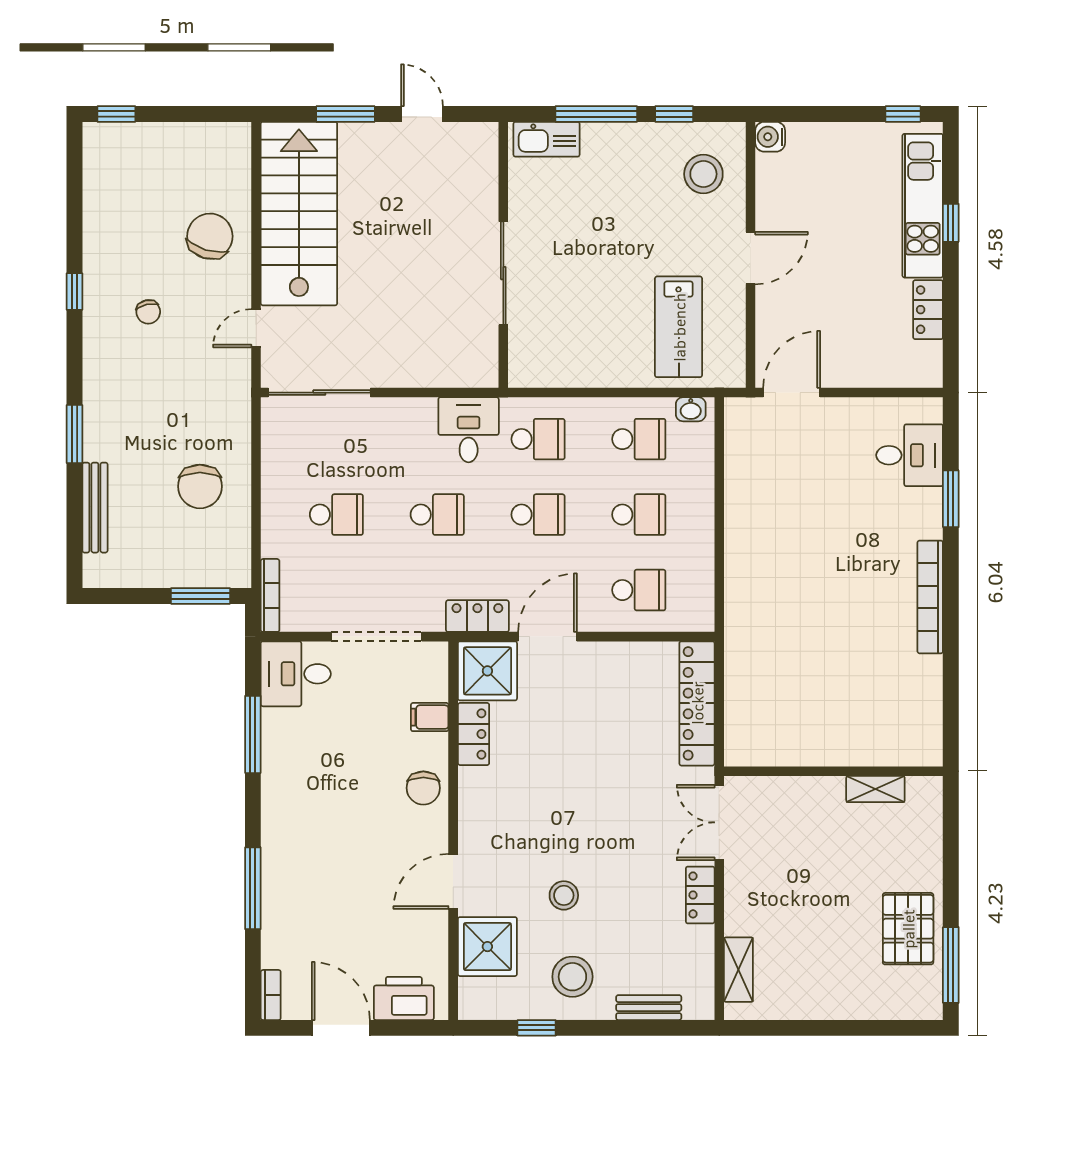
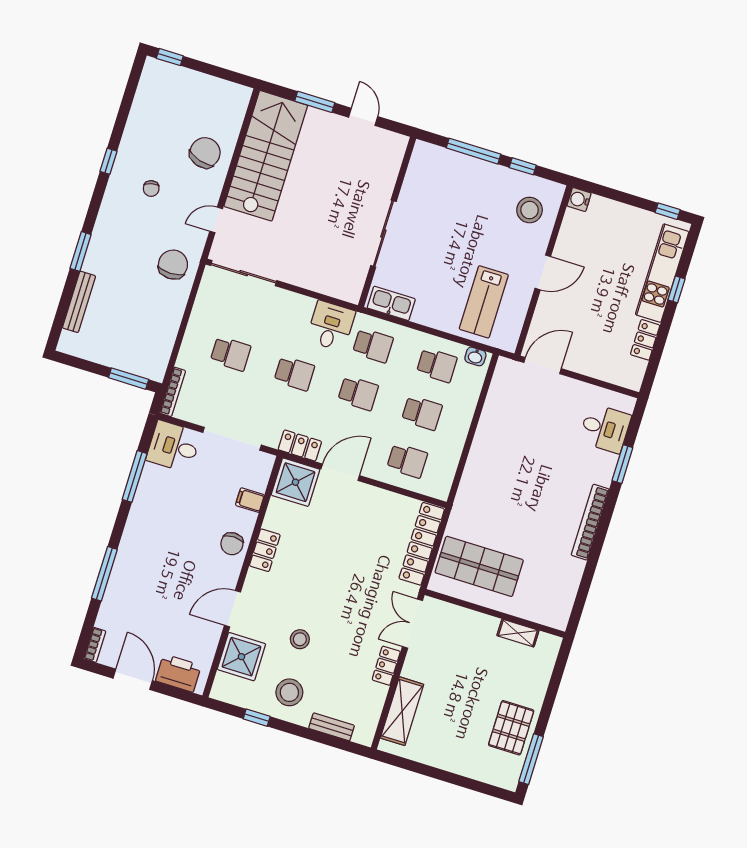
kitchen sink: (546, 139) -> (391, 303), moved, turned 180
chair: (200, 486) -> (173, 265), moved, turned 180
shop shelf: (790, 710) -> (479, 566), added
locker: (474, 734) -> (265, 550), moved
shelving: (738, 970) -> (402, 711), width x1.50, depth x1.33

